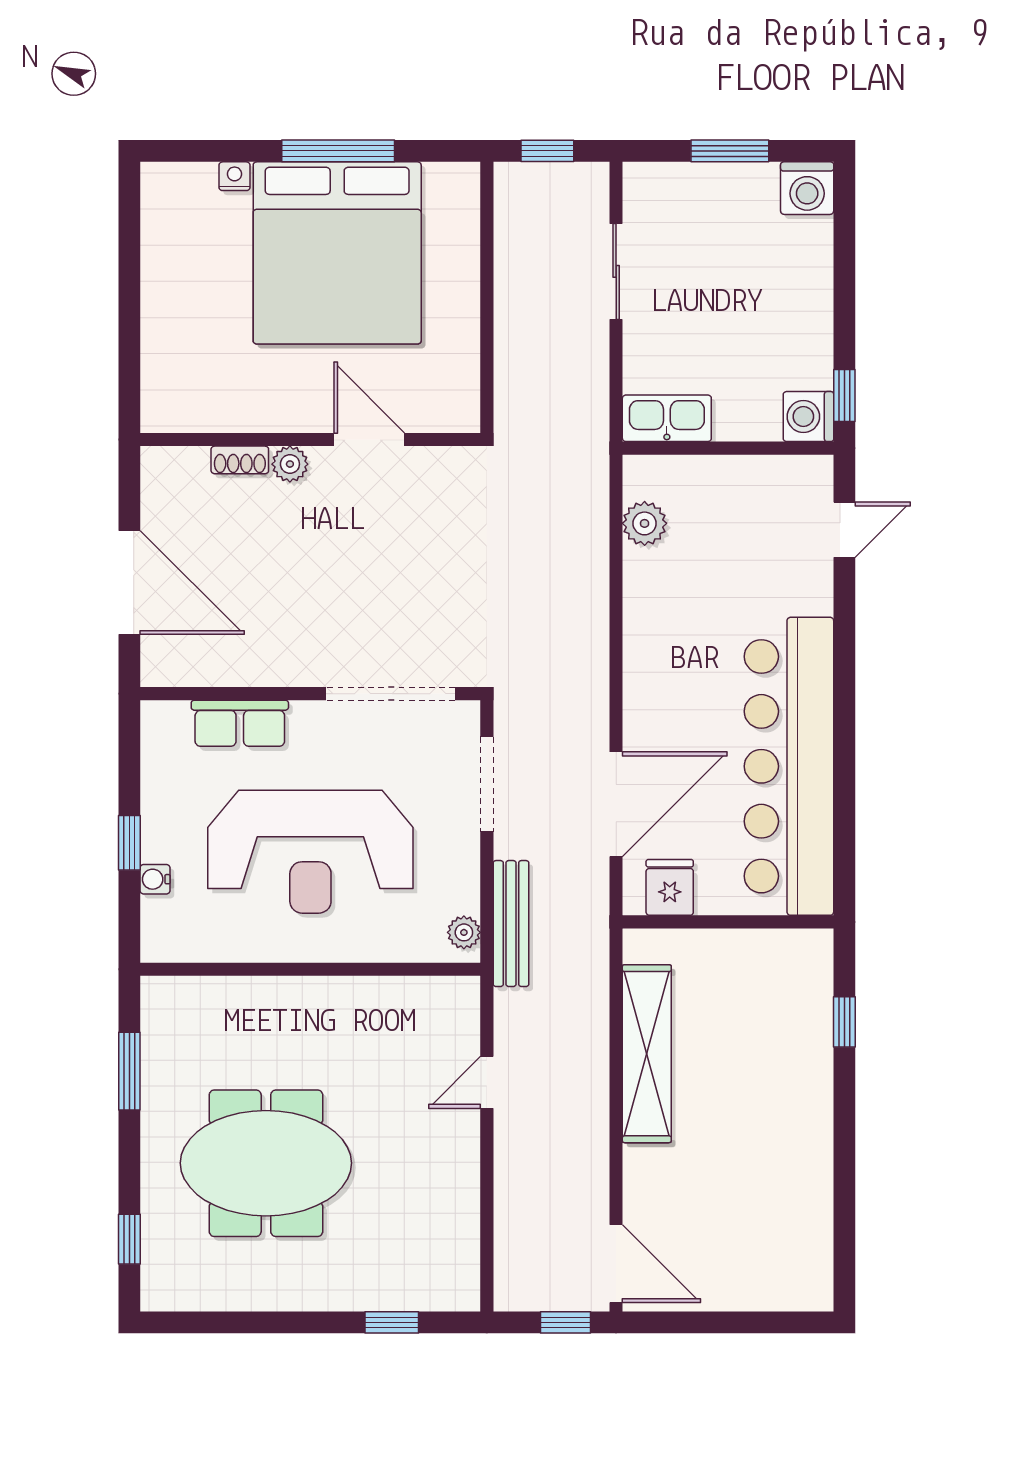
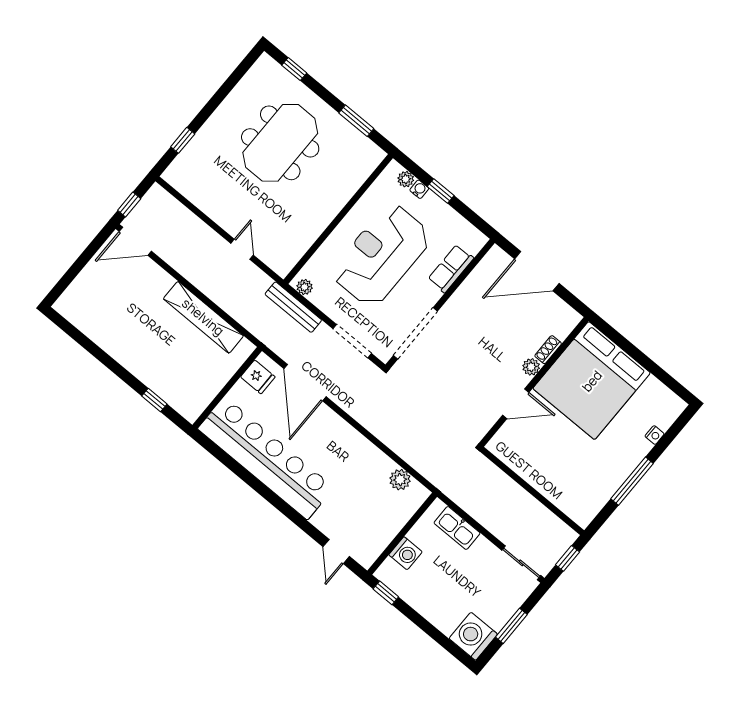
washing machine: (807, 188) -> (473, 636), width x1.37, depth x1.37
bed: (337, 253) -> (592, 381), moved, turned -90
sliding door: (616, 271) -> (521, 563), moved
washing machine: (808, 417) -> (406, 553), moved, turned 90
kitchen sink: (667, 418) -> (457, 528), moved, turned 90
plant: (157, 914) -> (406, 179), added

